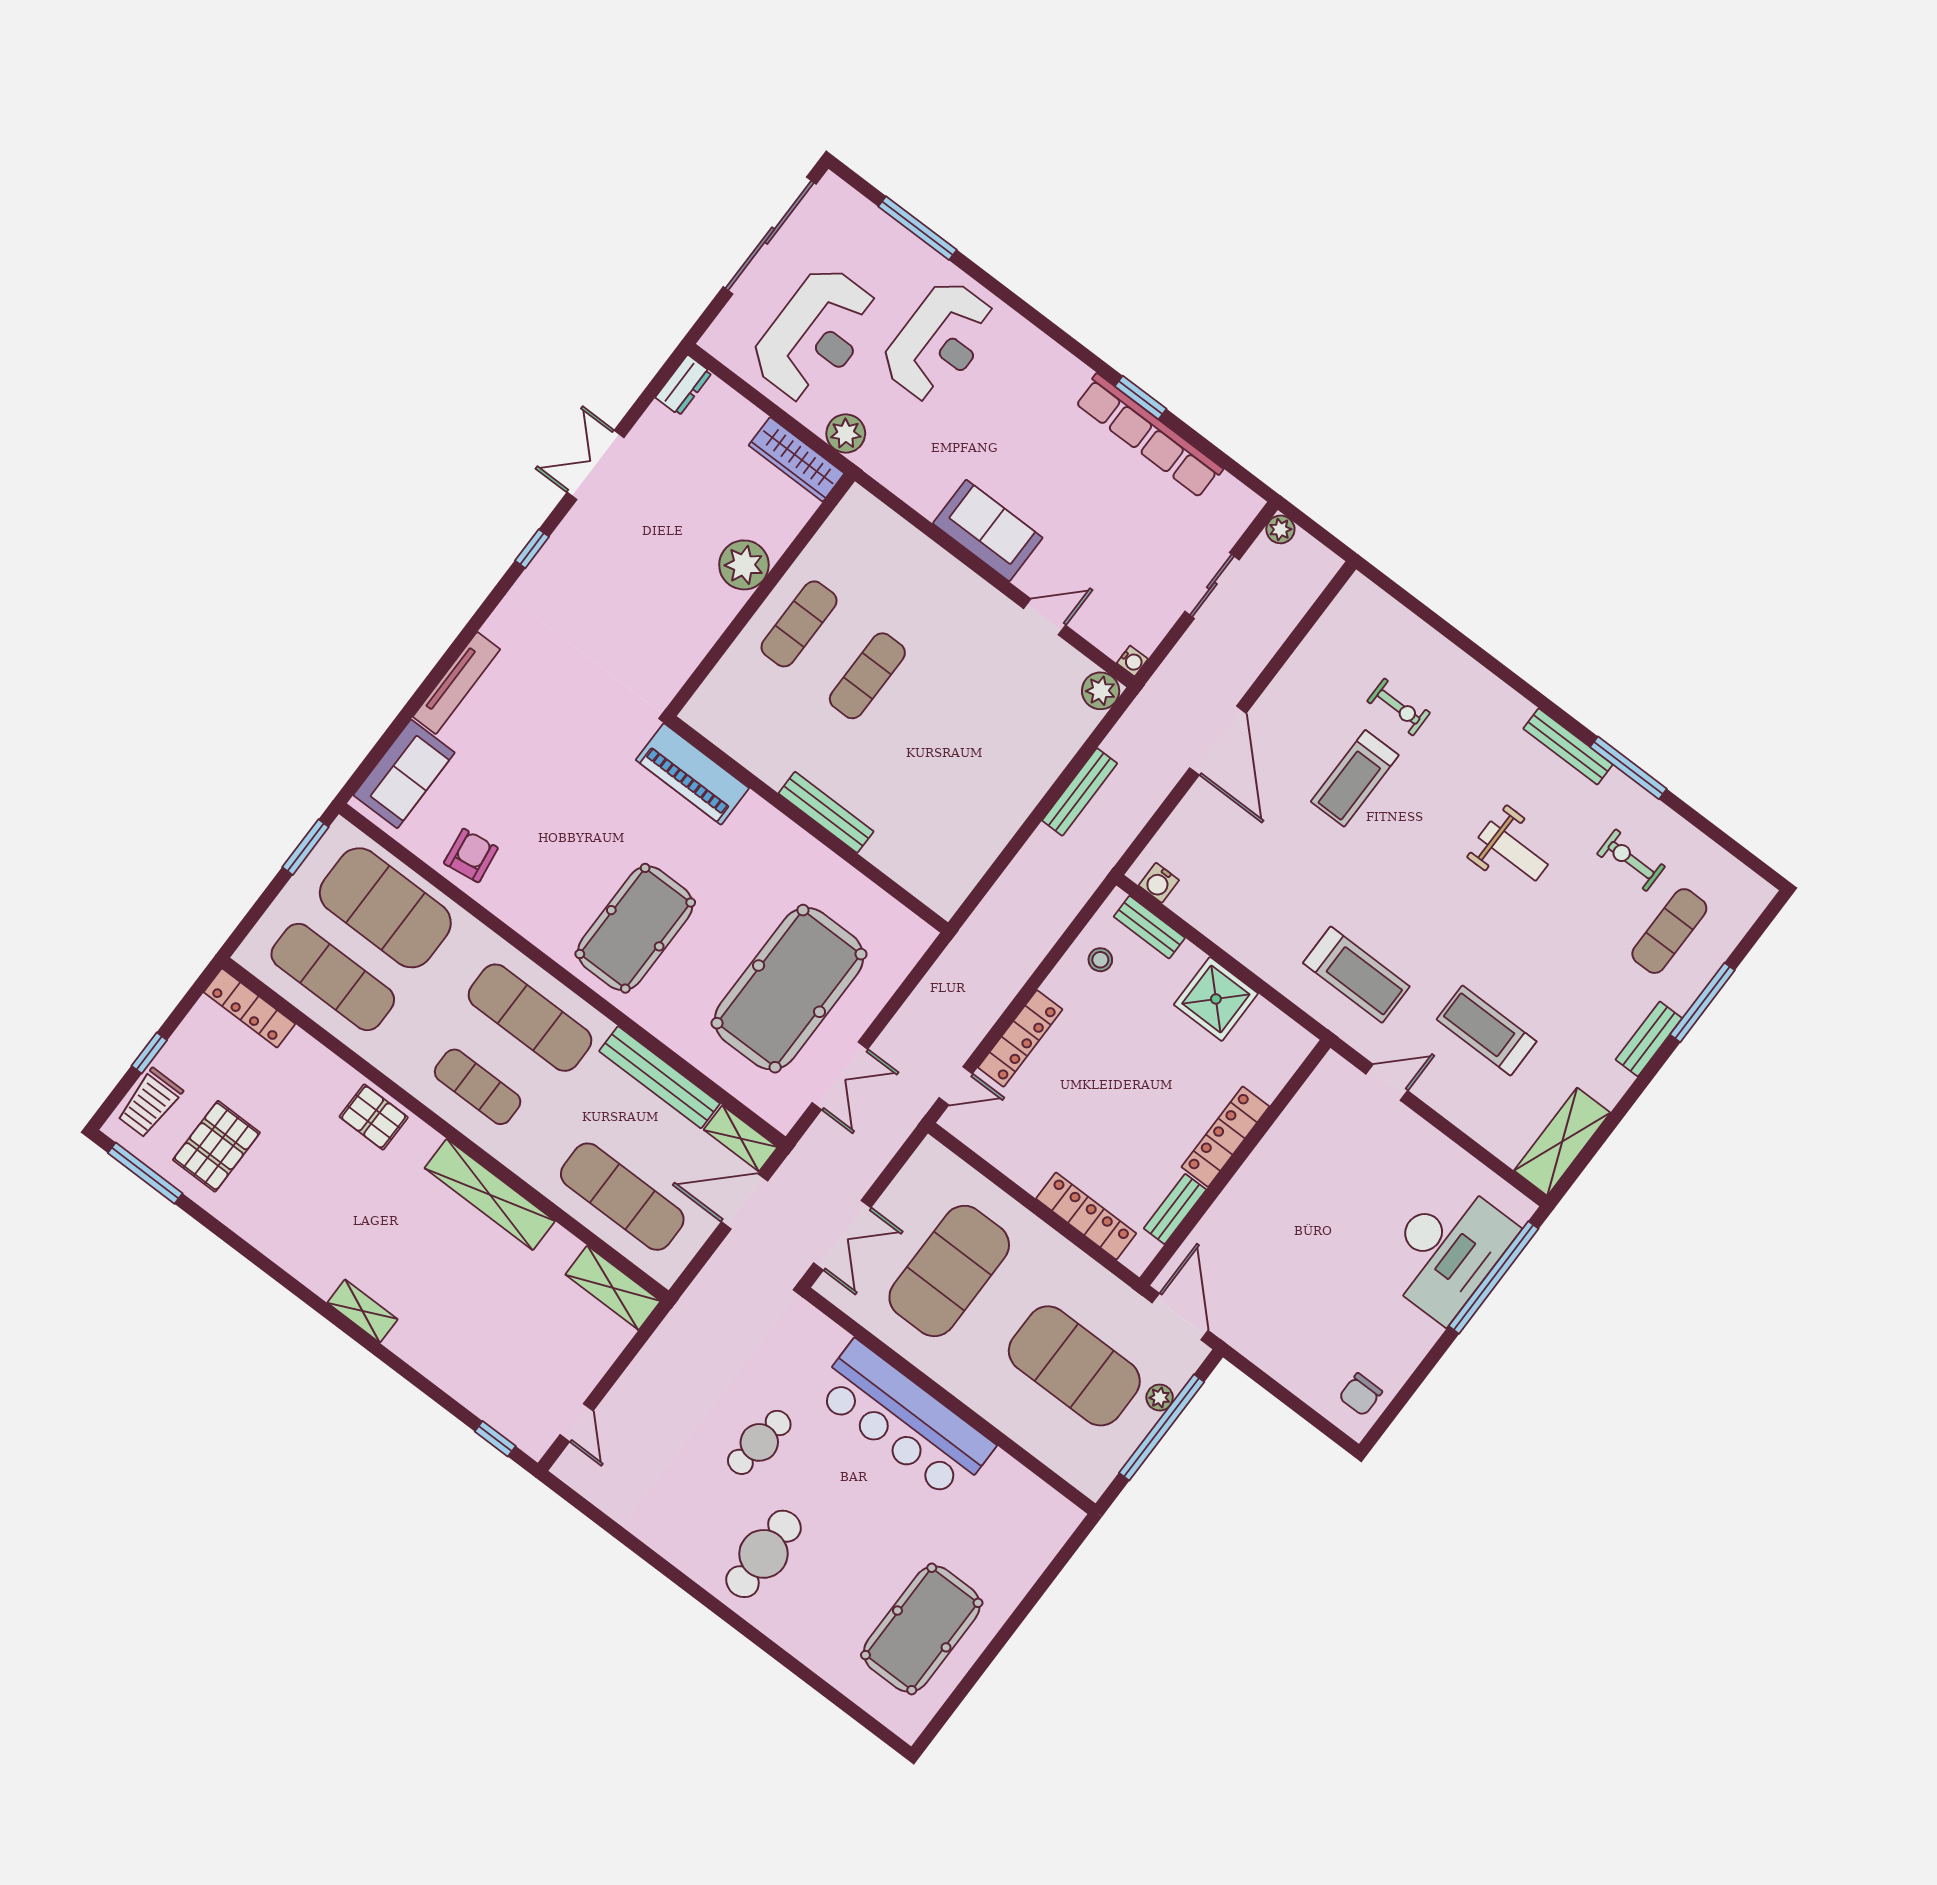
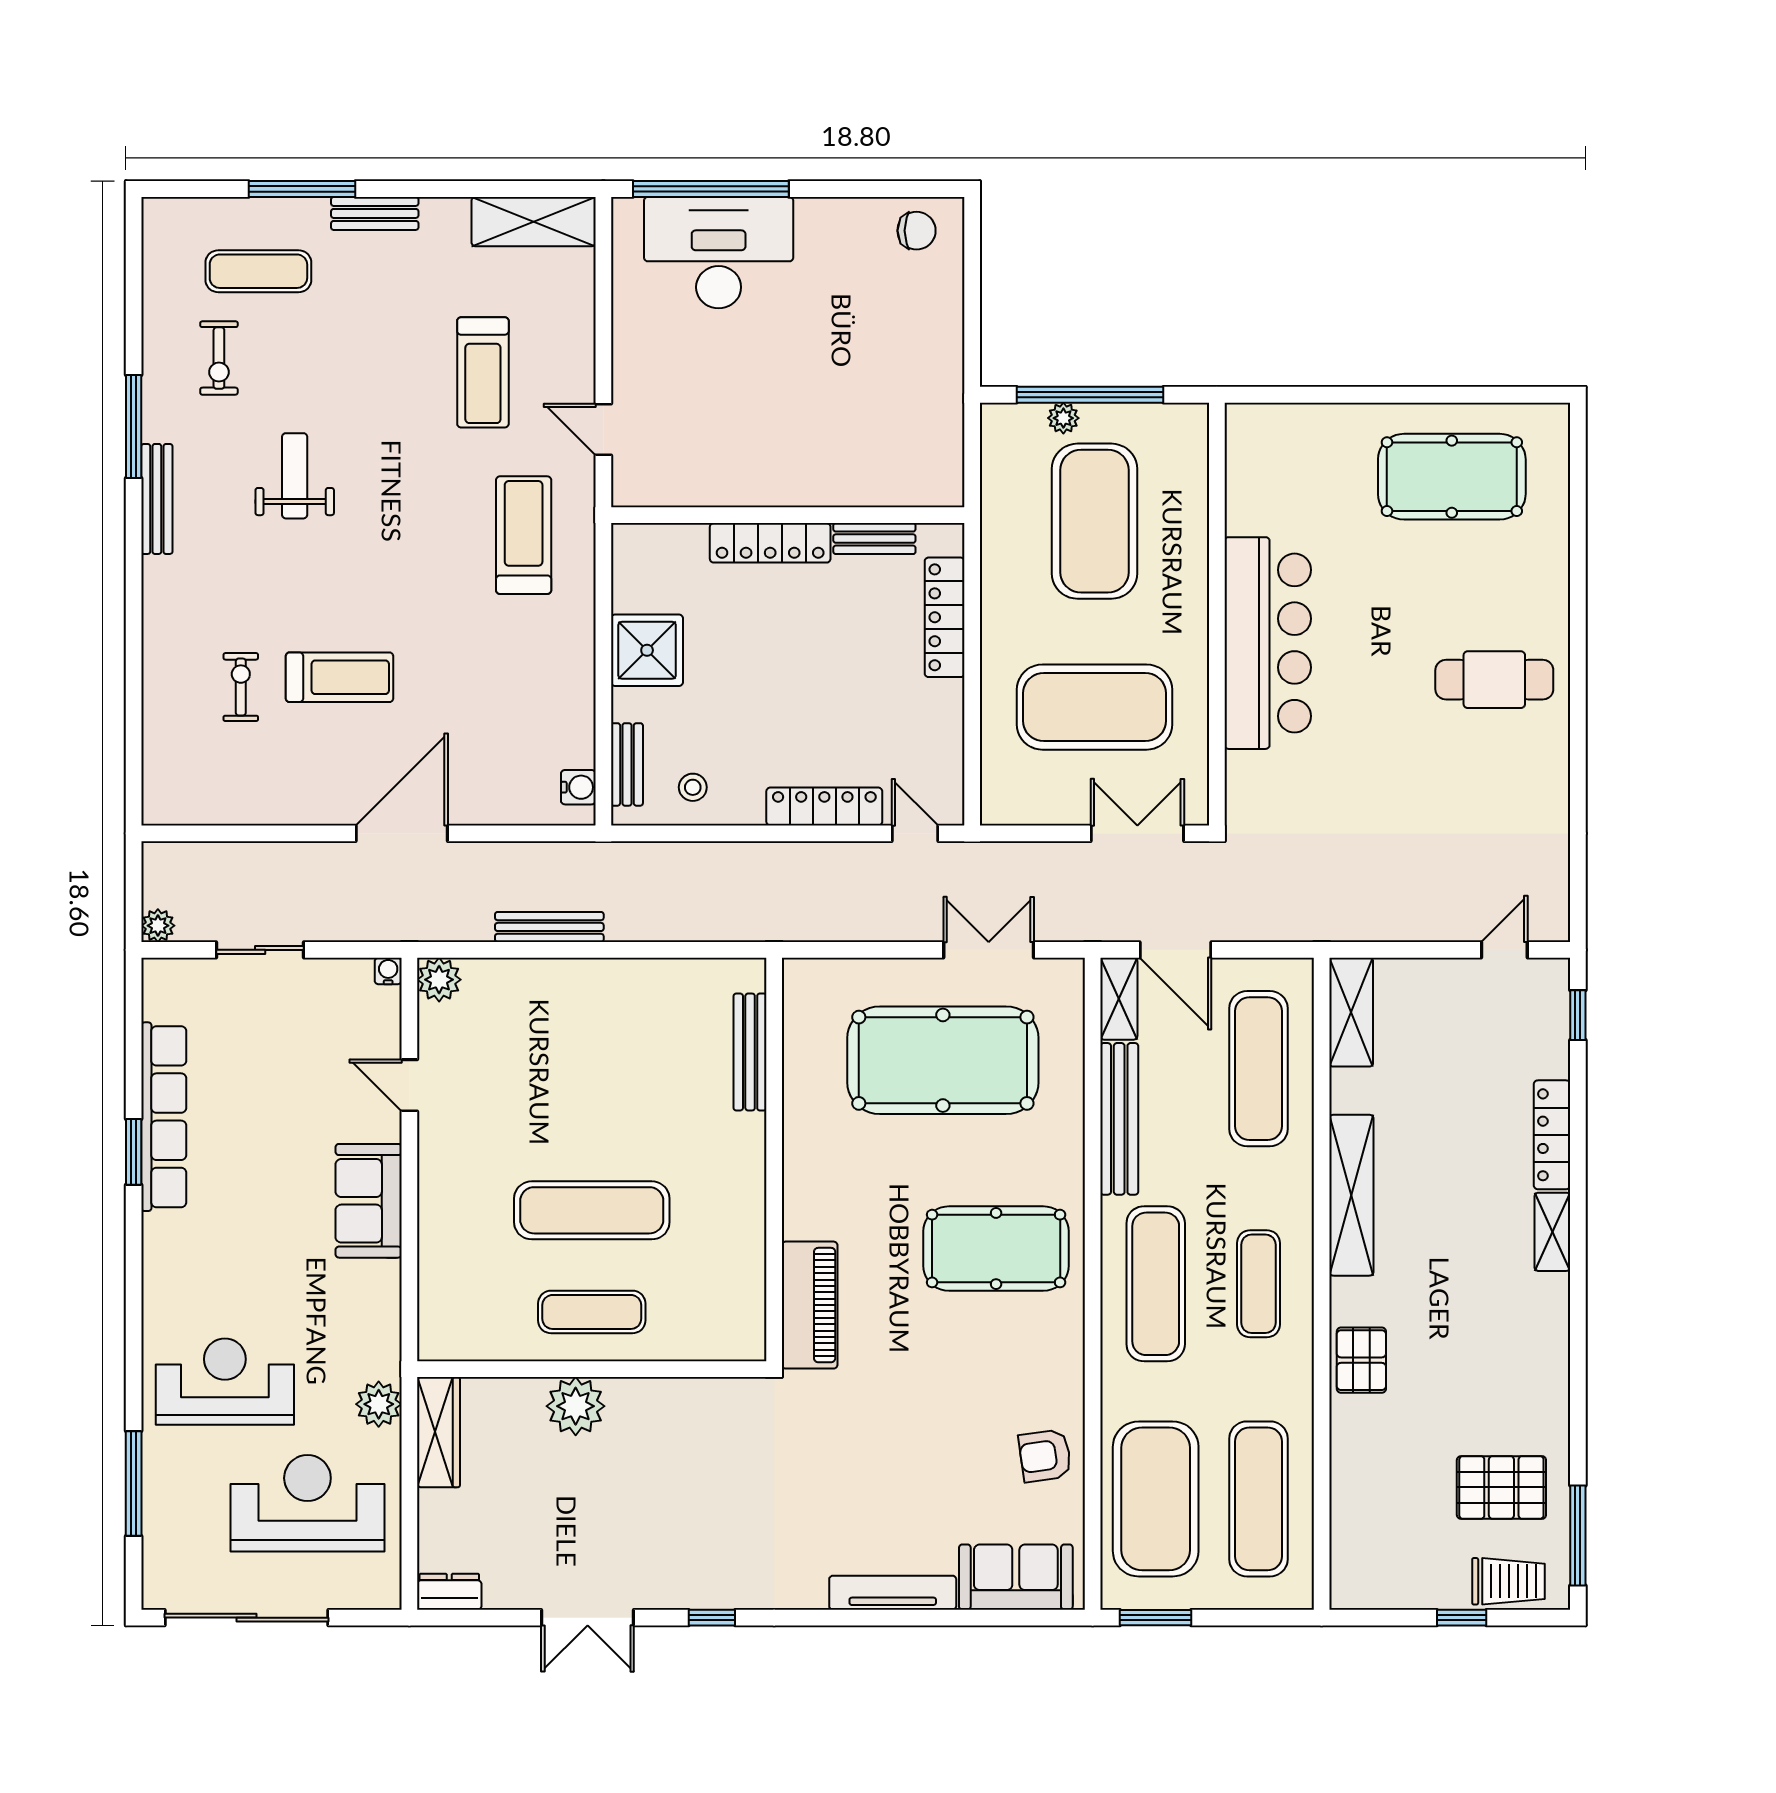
exercise mat: (867, 676) -> (592, 1210), width x1.36, depth x1.45
bench: (826, 812) -> (750, 1052), moved
locker: (249, 1008) -> (1552, 1135), moved, turned 180
door: (1180, 1317) -> (972, 457), removed
cafe table: (759, 1442) -> (1392, 763), removed

